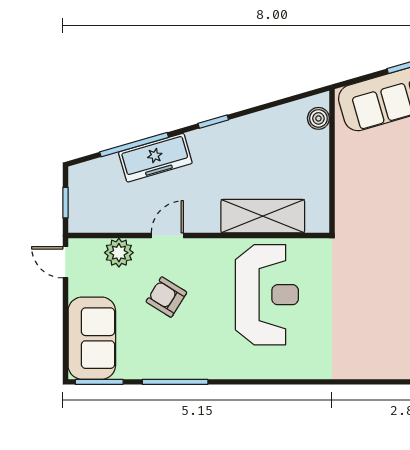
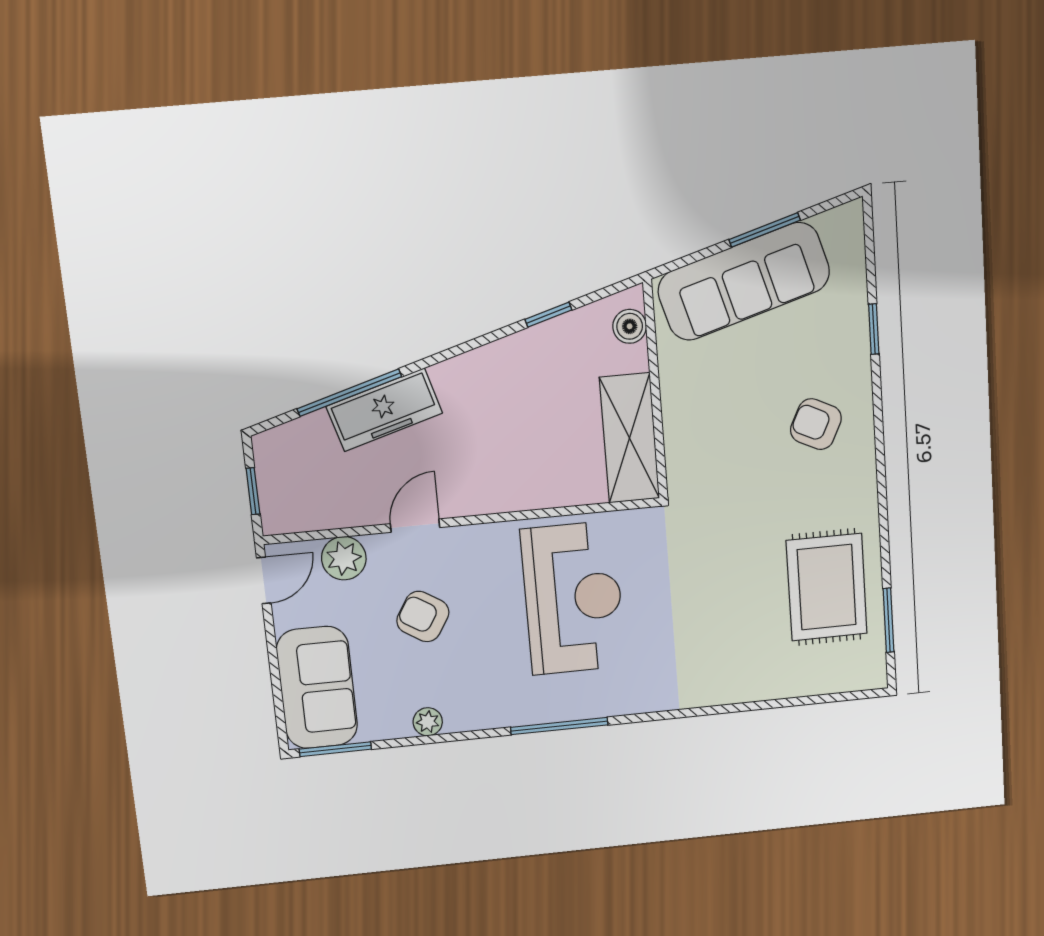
window: (213, 122) -> (548, 315), moved
shelving: (263, 216) -> (629, 438), moved, turned 90
door: (65, 262) -> (264, 581), swing flipped
plant: (162, 369) -> (428, 722), added
window: (175, 382) -> (559, 726), moved

